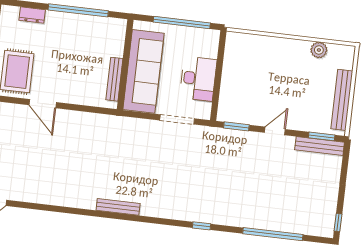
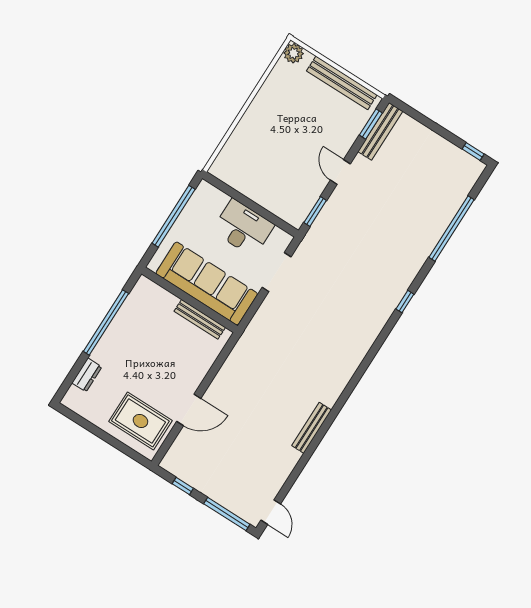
plant: (319, 50) -> (294, 53), moved
bench: (118, 207) -> (312, 428), moved

